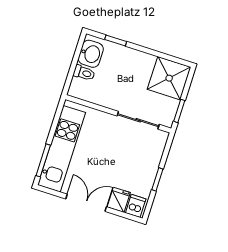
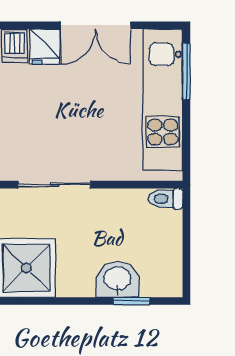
washbasin: (91, 54) -> (117, 279), moved, turned 90
toilet: (84, 73) -> (166, 199), moved

